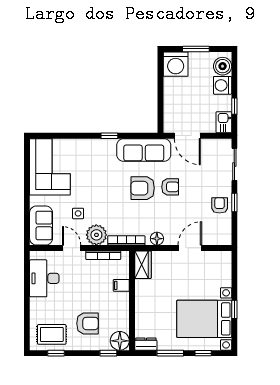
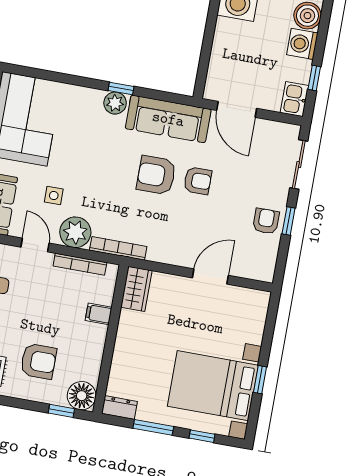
plant: (107, 146) -> (115, 103), added
floor lamp: (157, 239) -> (164, 254), removed

